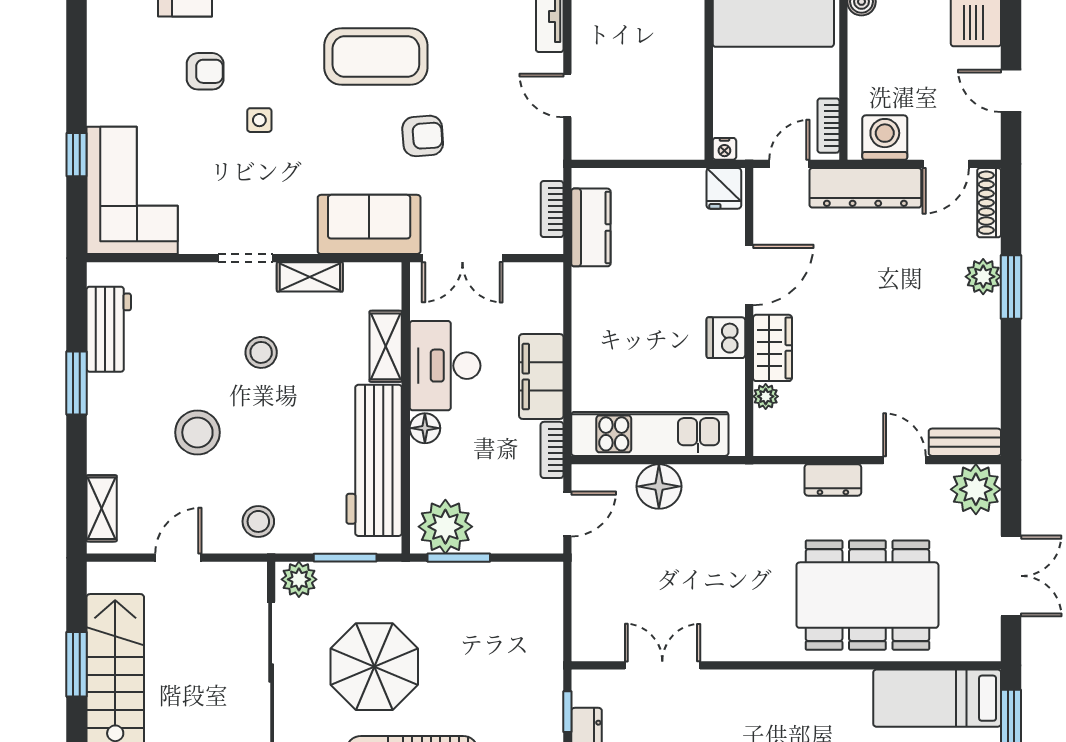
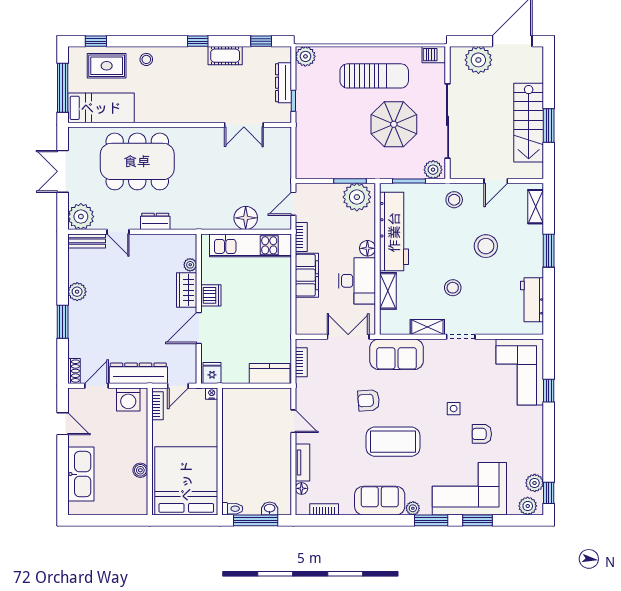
shoe rack: (989, 203) -> (74, 371), width x0.70
kitchen counter: (591, 227) -> (270, 374), moved, turned 90
plant: (983, 277) -> (77, 292), moved
window: (77, 383) -> (549, 251), moved

